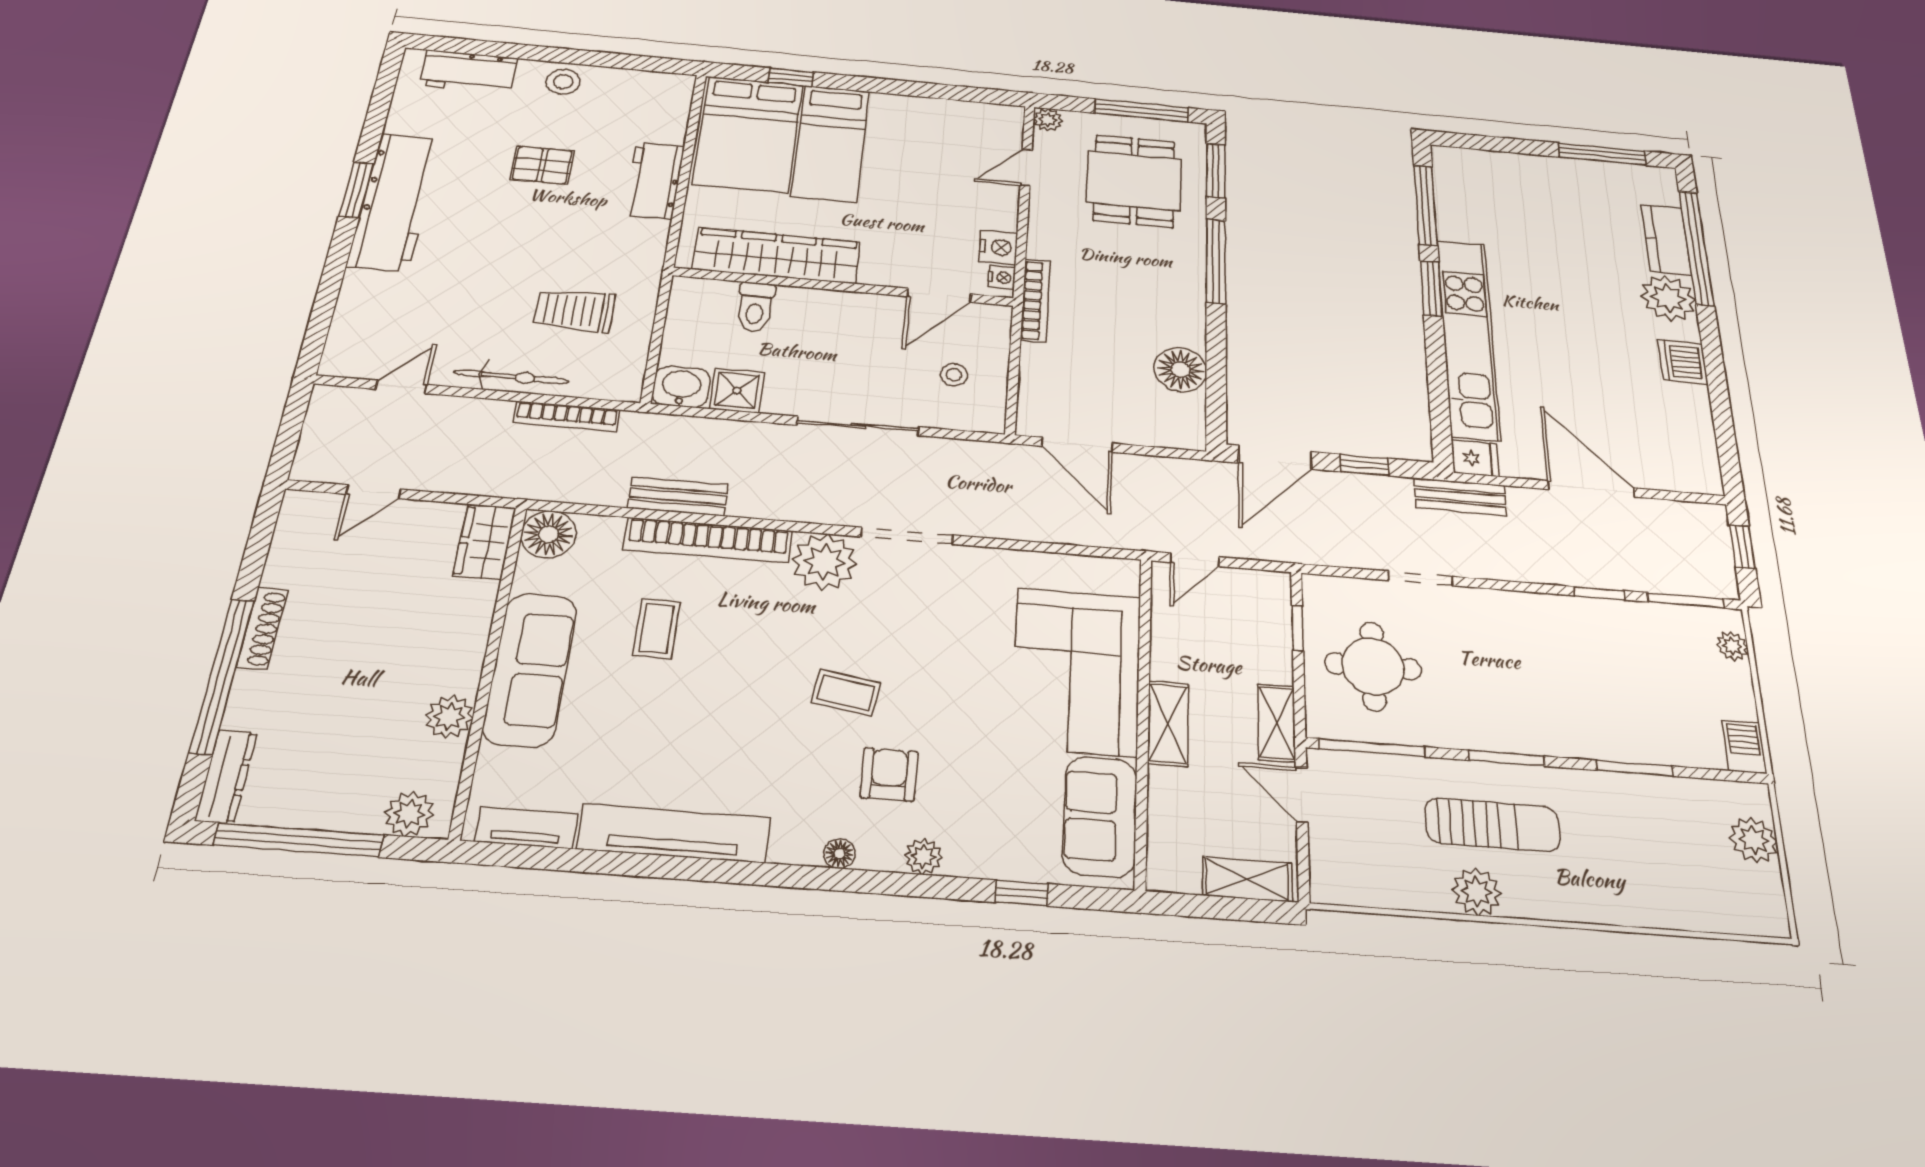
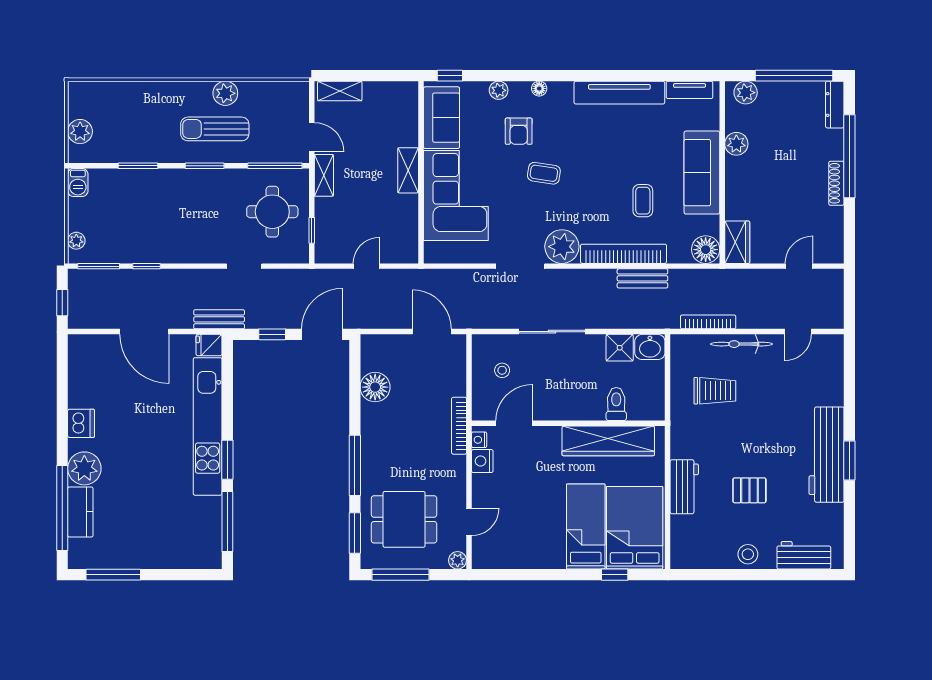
dining table: (1134, 181) -> (404, 519), turned 90
corner sofa: (1077, 671) -> (456, 196), moved
wall: (1143, 718) -> (421, 172), moved
shelving: (1168, 723) -> (408, 170), moved
sofa: (1100, 816) -> (441, 118), moved

